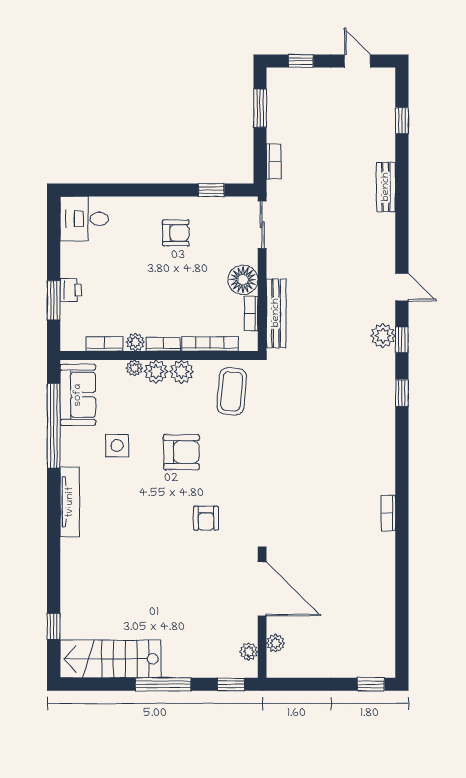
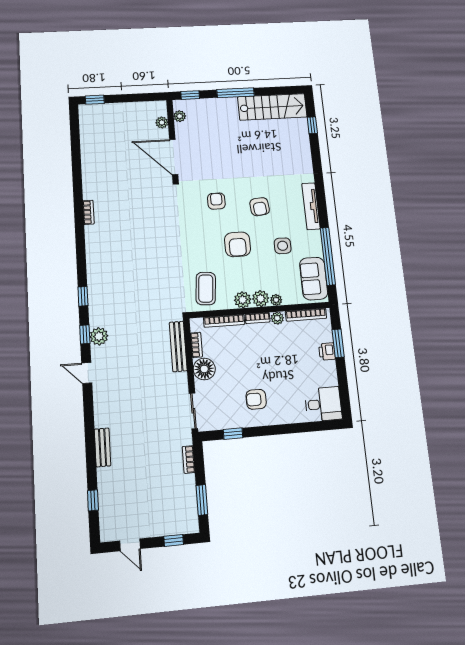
bookcase: (105, 344) -> (306, 315), width x1.56
armchair: (181, 452) -> (238, 244), turned -90
armchair: (144, 506) -> (260, 207), added

